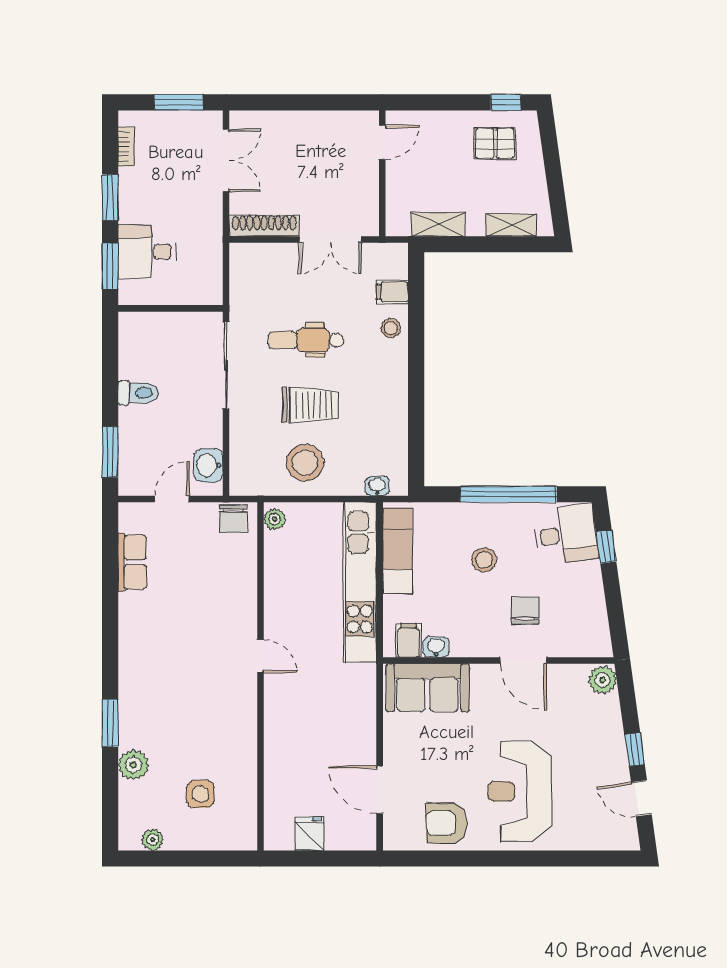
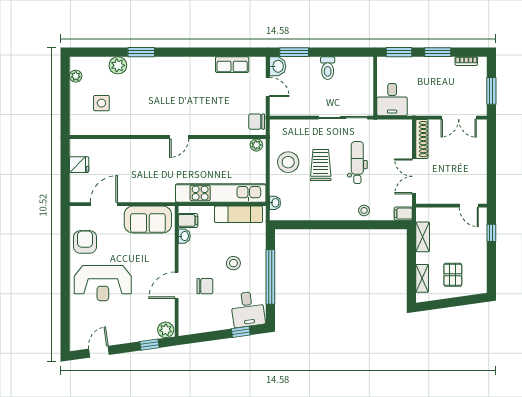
window: (506, 102) -> (491, 233), moved
pallet: (495, 143) -> (453, 275), moved
desk: (147, 252) -> (392, 100), moved, turned 180
filing cabinet: (392, 292) -> (403, 214), moved, turned -90
trolley: (310, 405) -> (321, 165), turned 180
washbasin: (208, 465) -> (278, 66), moved, turned 90
sofa: (428, 688) -> (148, 219), moved, turned -90
window: (635, 749) -> (150, 345), moved
reception desk: (520, 791) -> (103, 283), turned 180

